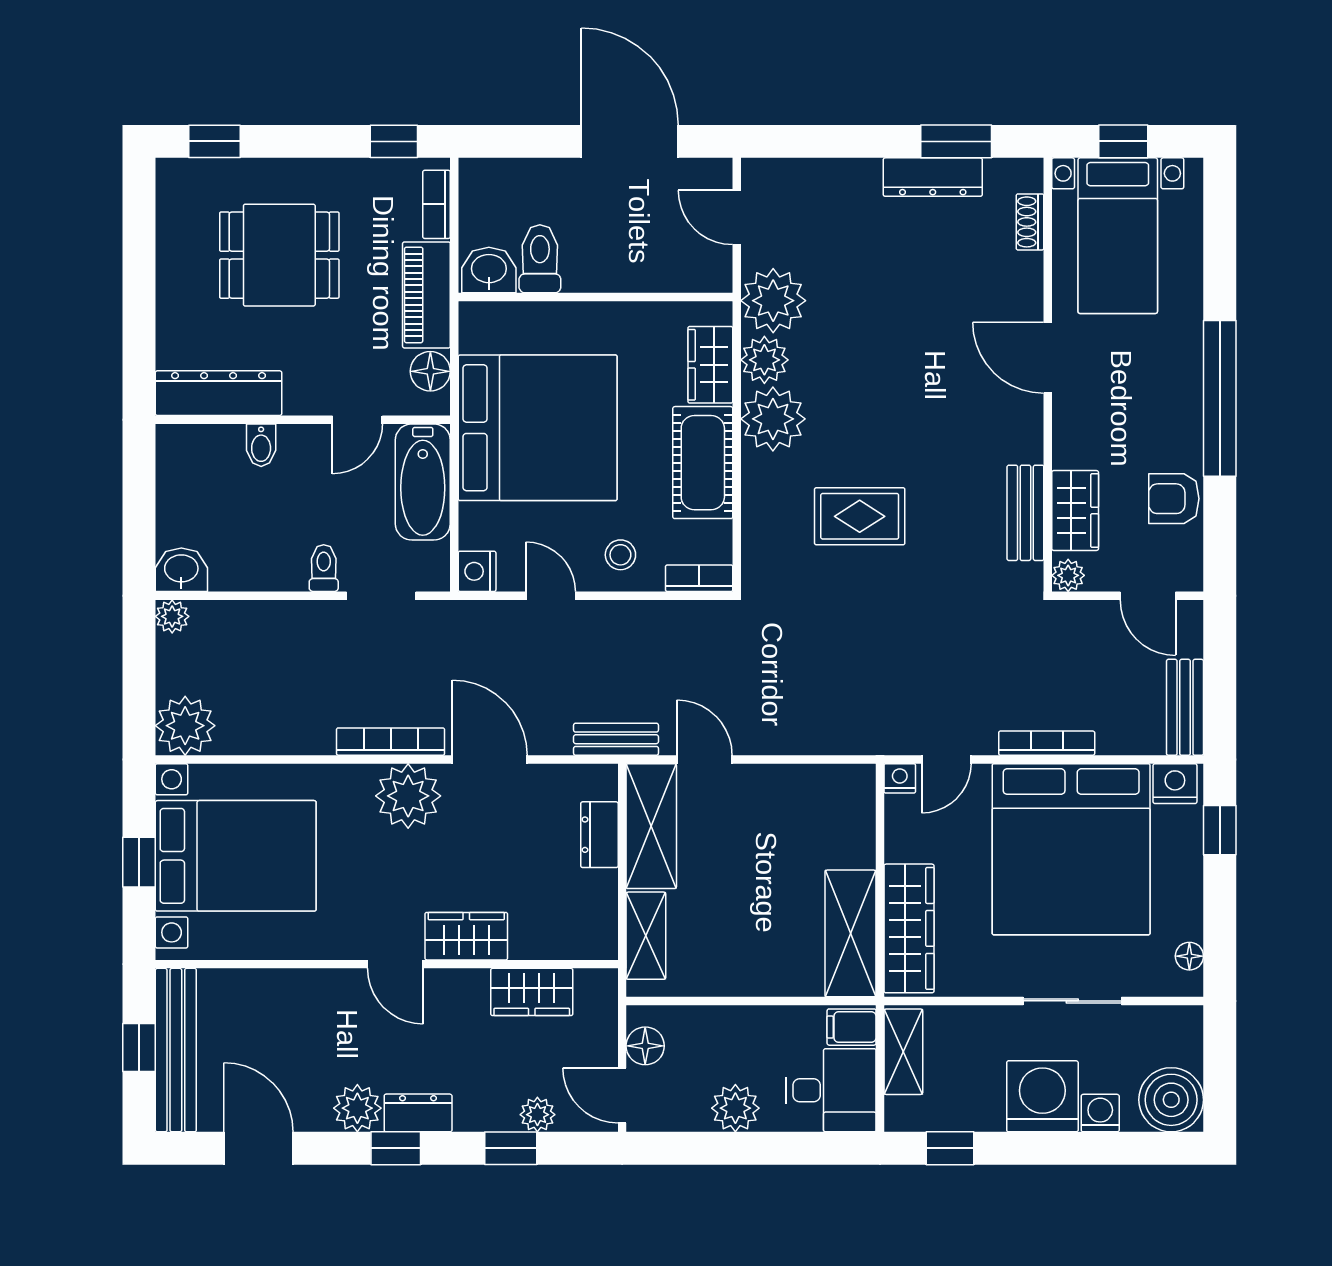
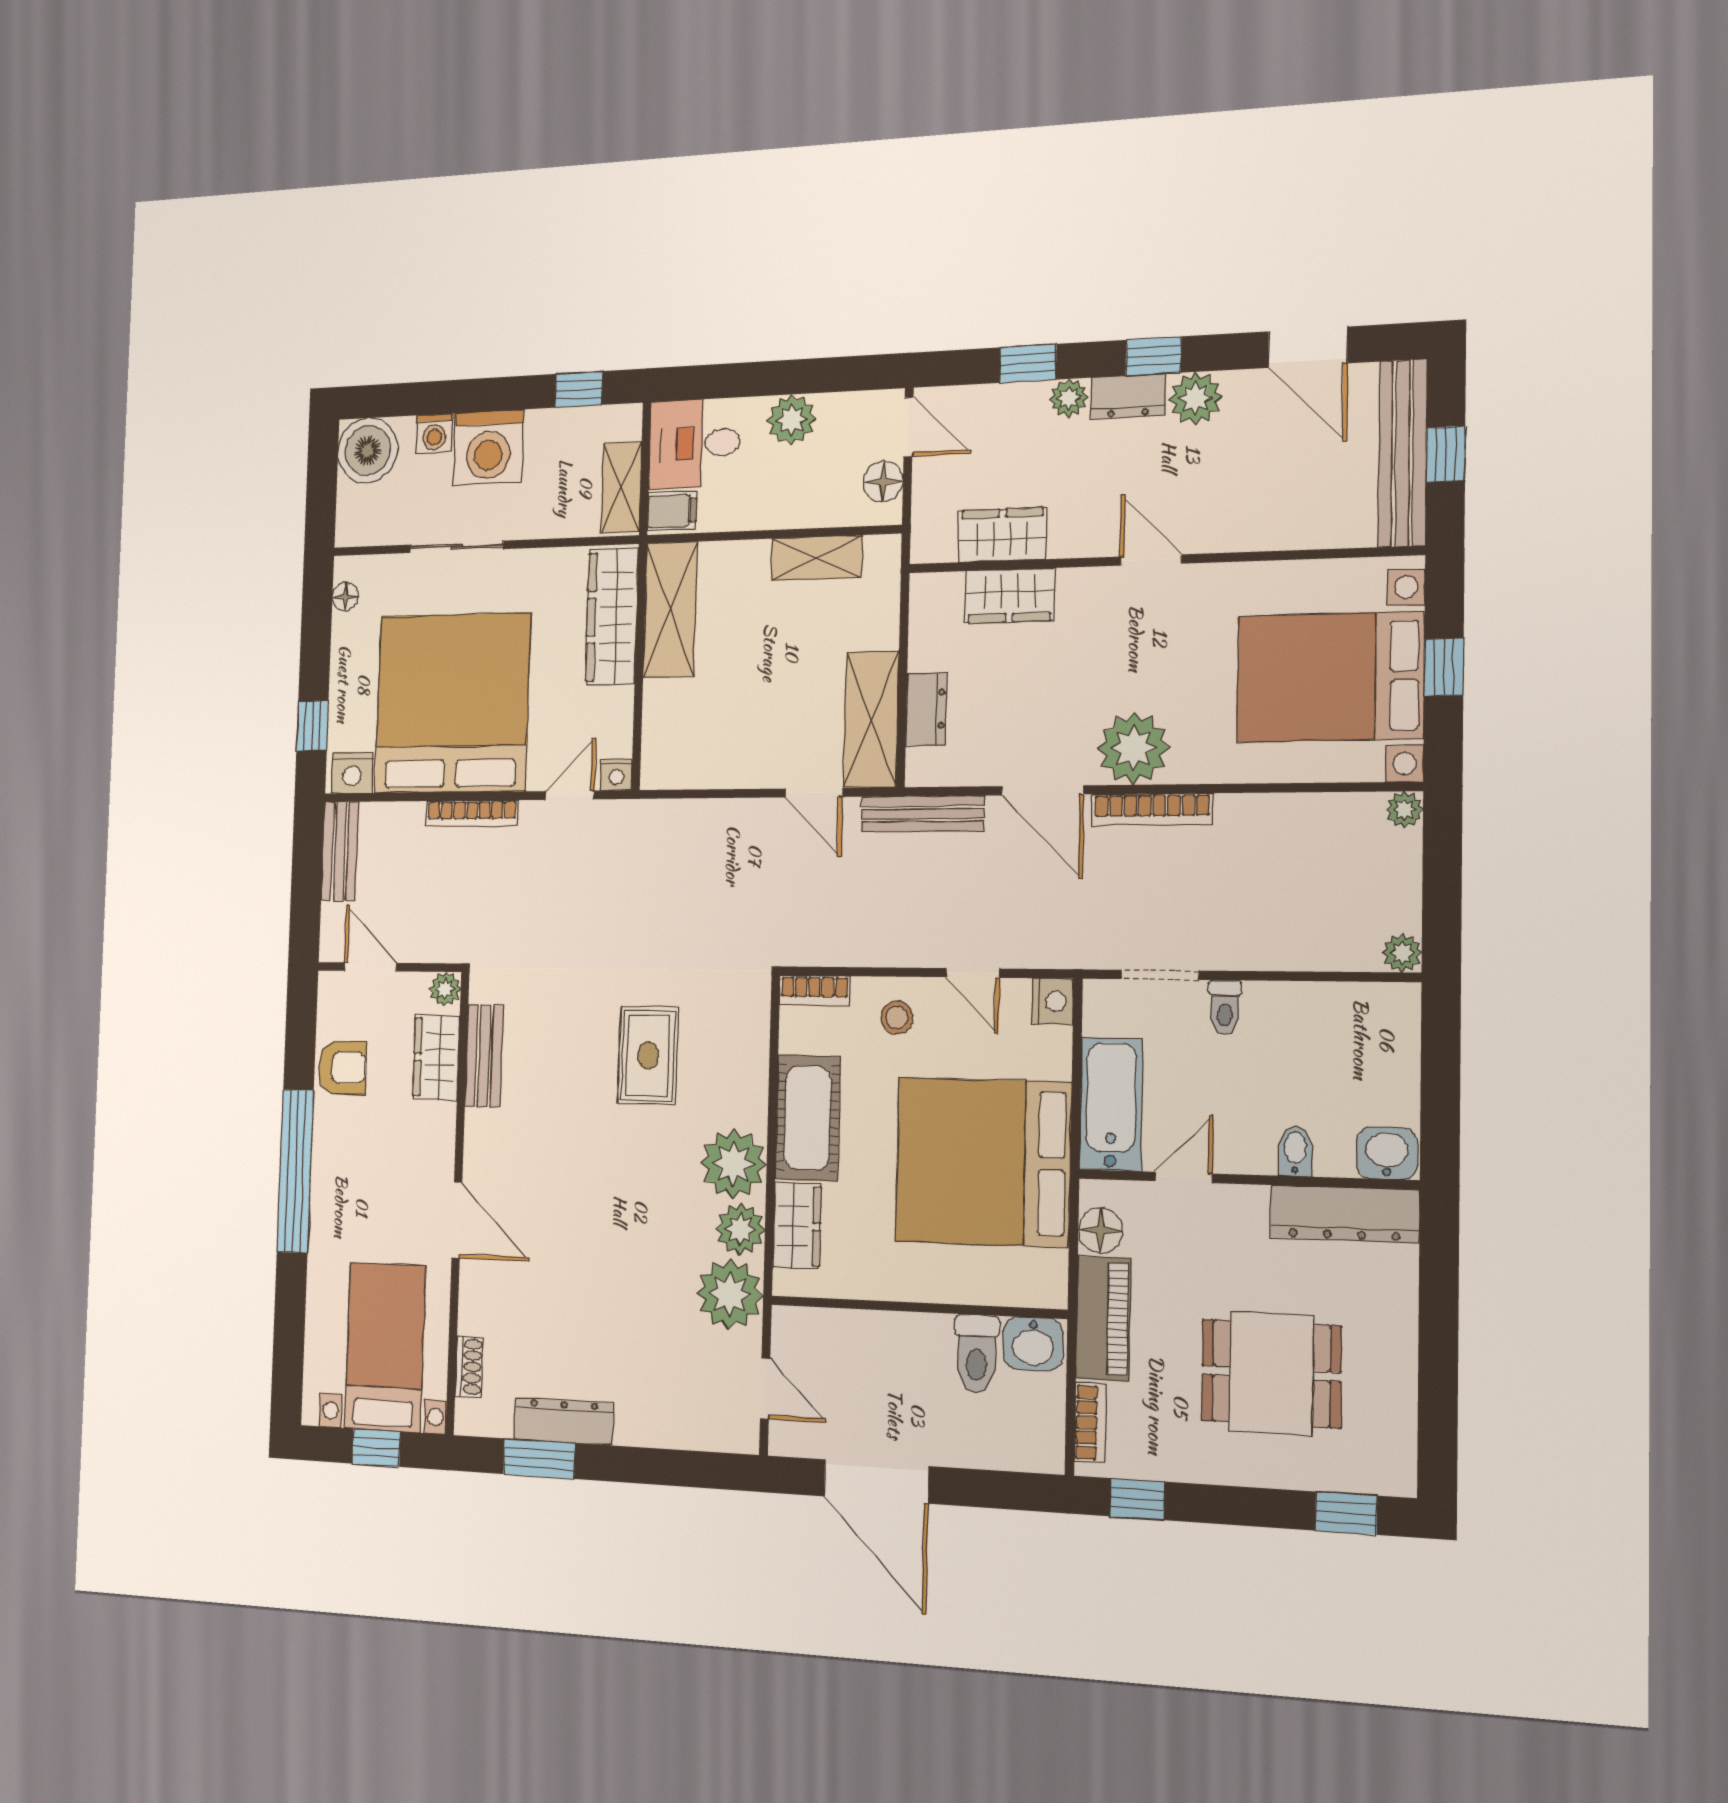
rug: (860, 516) -> (648, 1055), turned 90
washbasin: (181, 570) -> (1387, 1153), moved, turned 180
plant: (185, 726) -> (1404, 810), width x0.53, depth x0.53
bench: (616, 739) -> (923, 814), width x1.36
wardrobe: (466, 936) -> (1010, 596), moved
shelving: (646, 936) -> (816, 558), moved, turned 90
plant: (537, 1115) -> (1069, 398), moved

